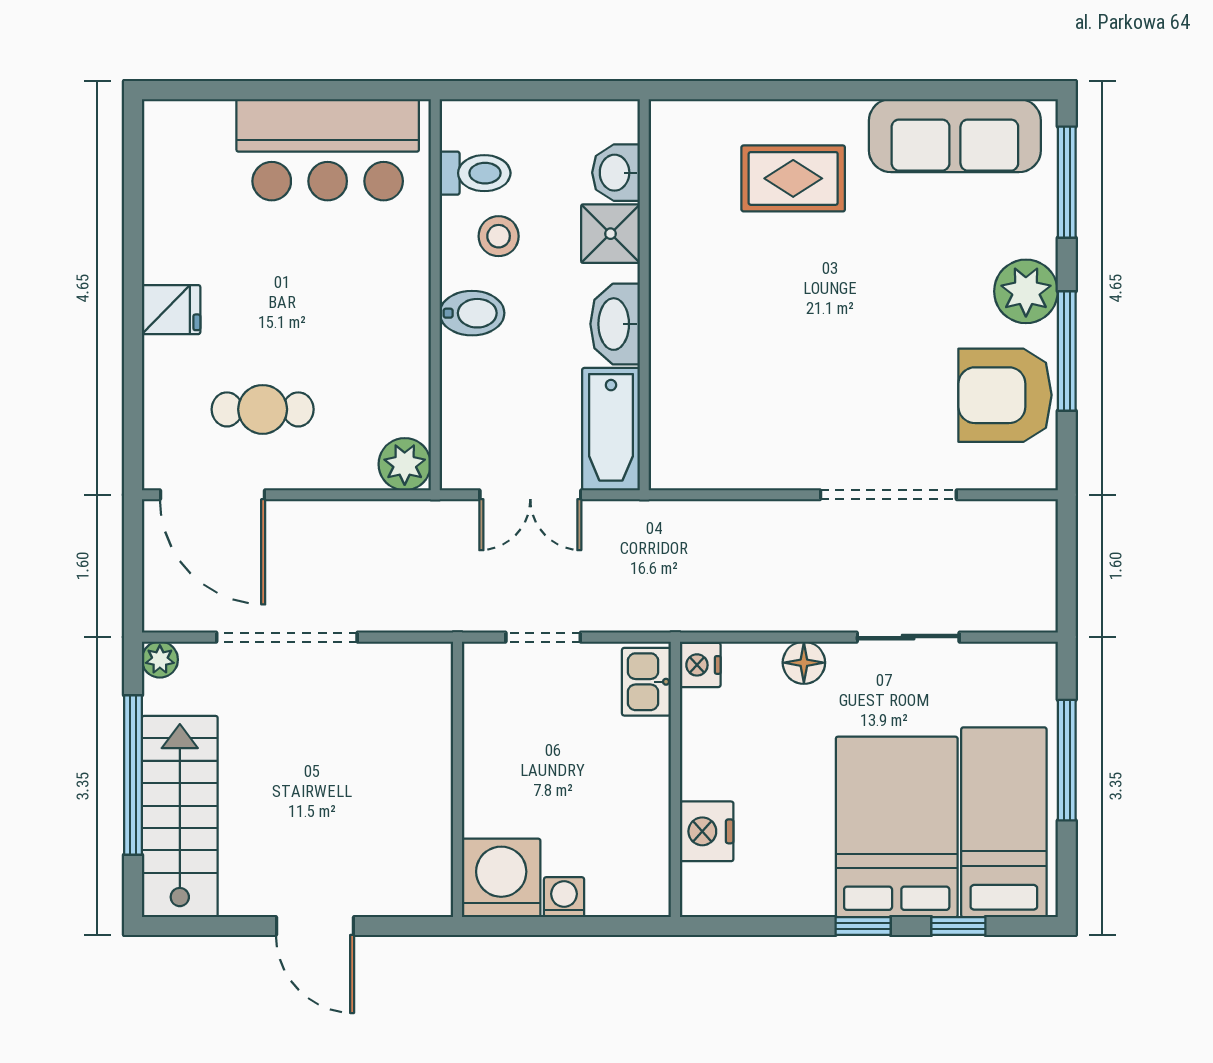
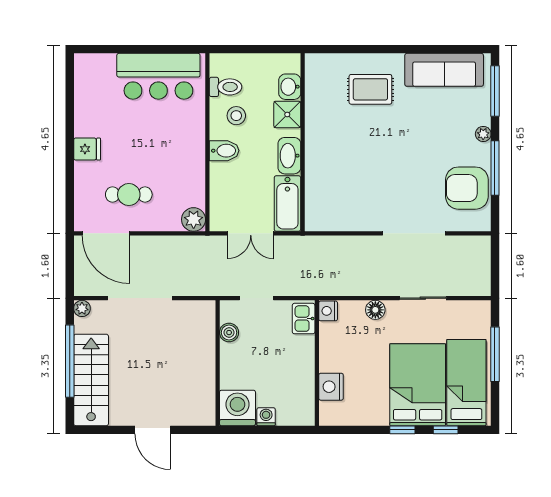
plant: (1026, 291) -> (483, 134), width x0.53, depth x0.53
boiler: (483, 712) -> (229, 333), added

